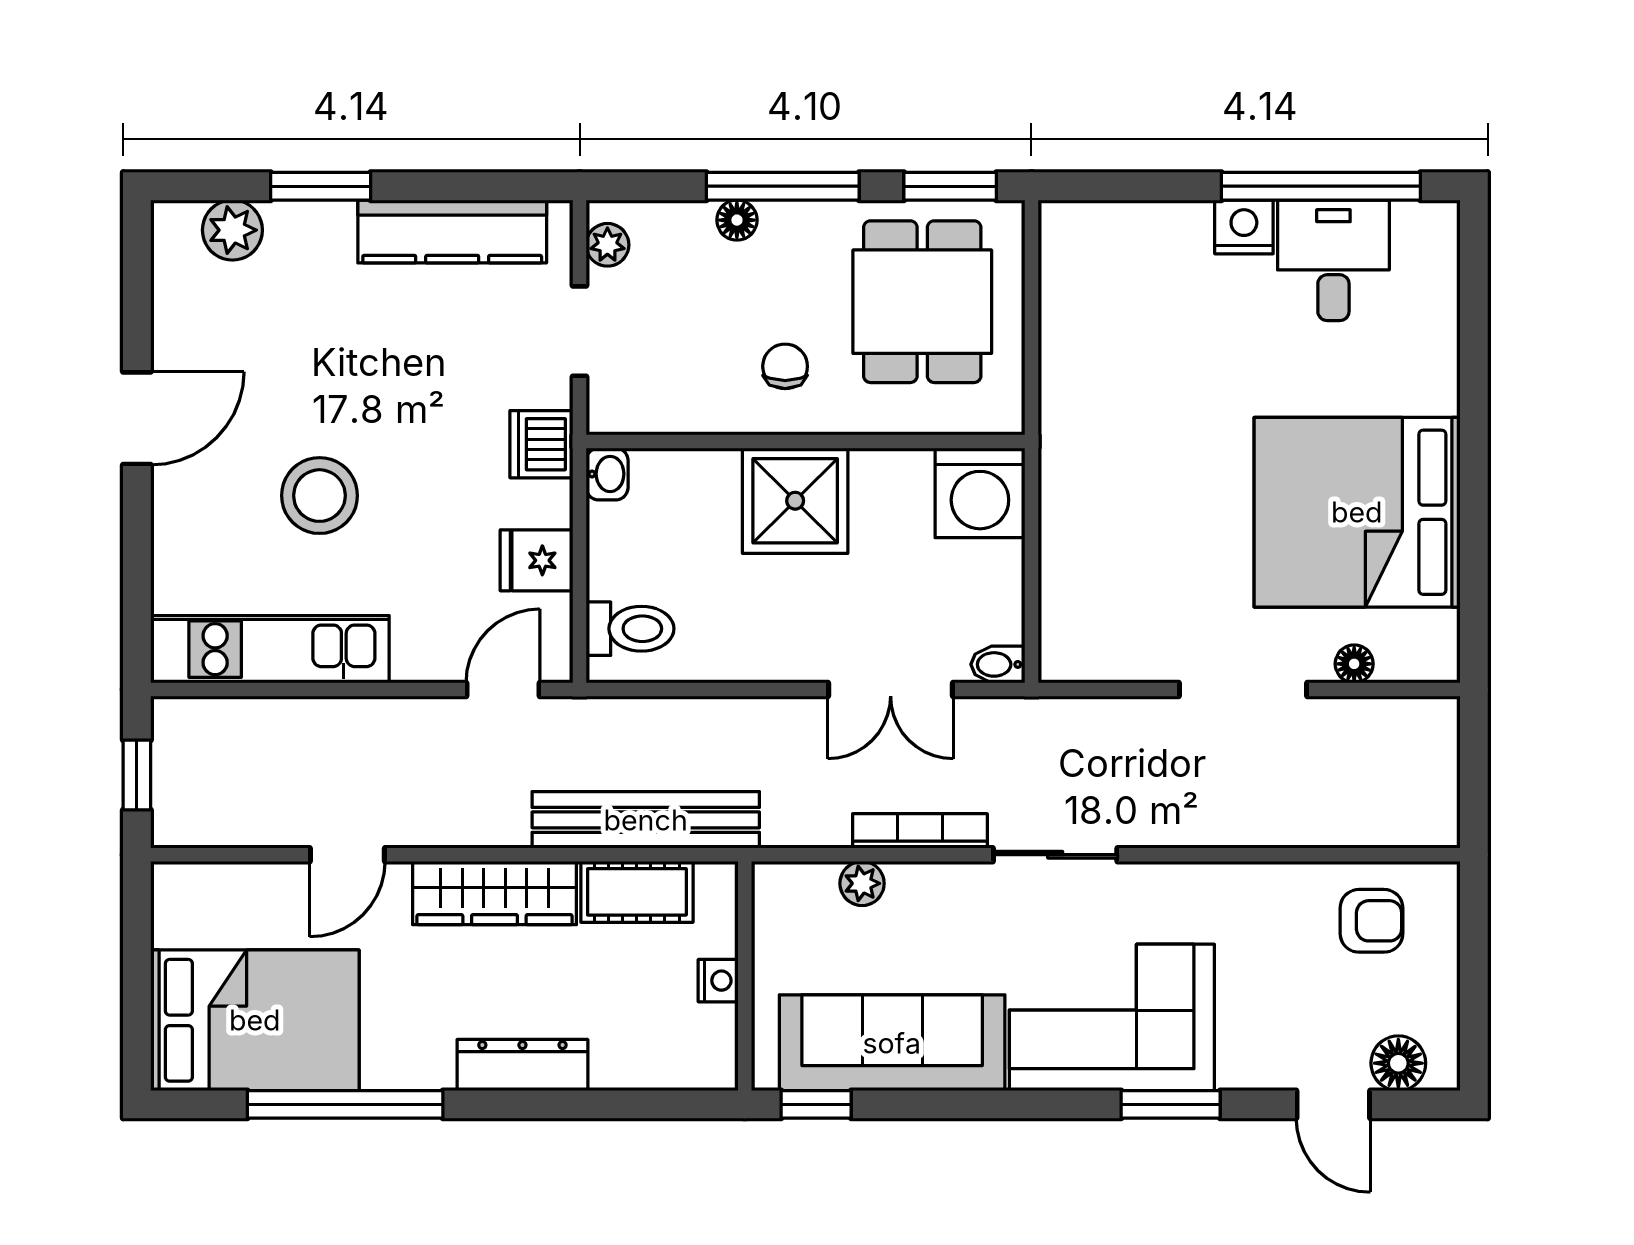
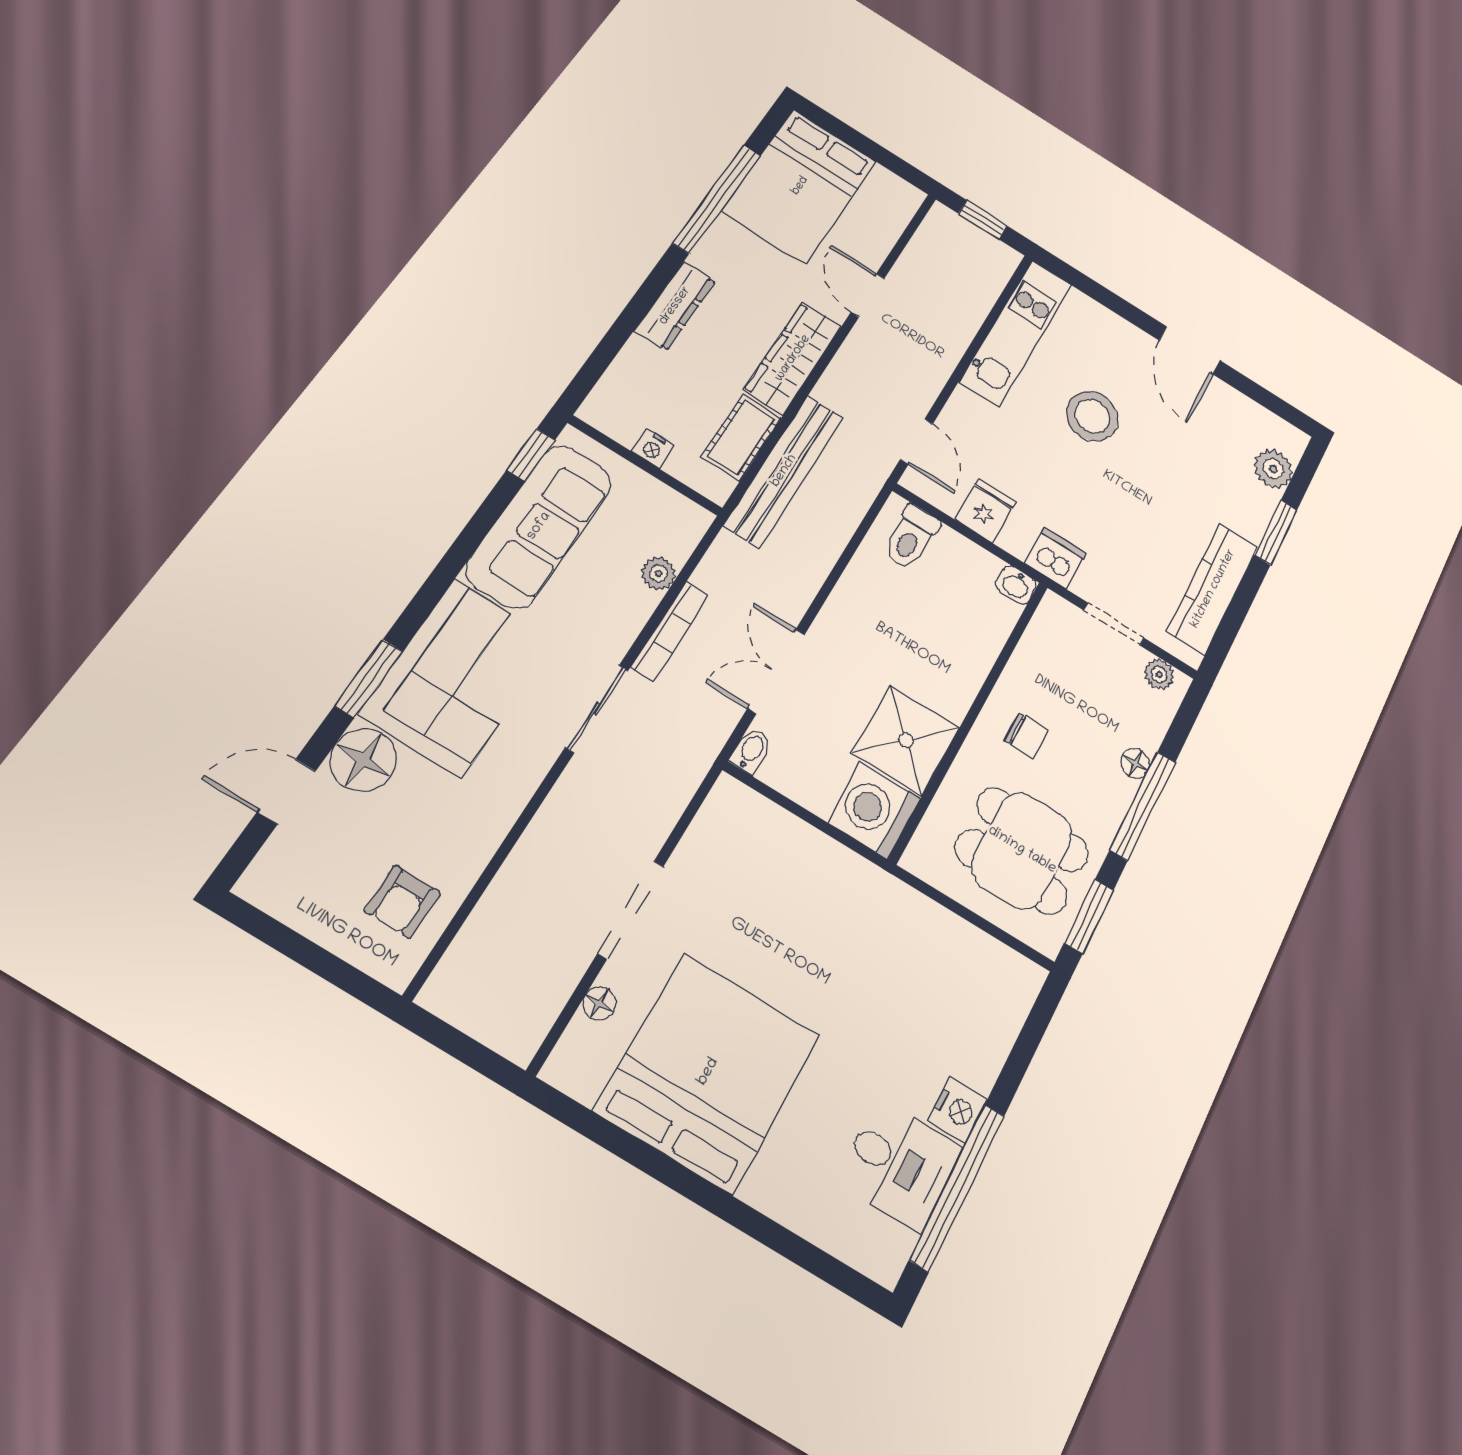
shower: (795, 501) -> (906, 740), moved
floor lamp: (1398, 1063) -> (363, 760), moved, width x1.38, depth x1.38

